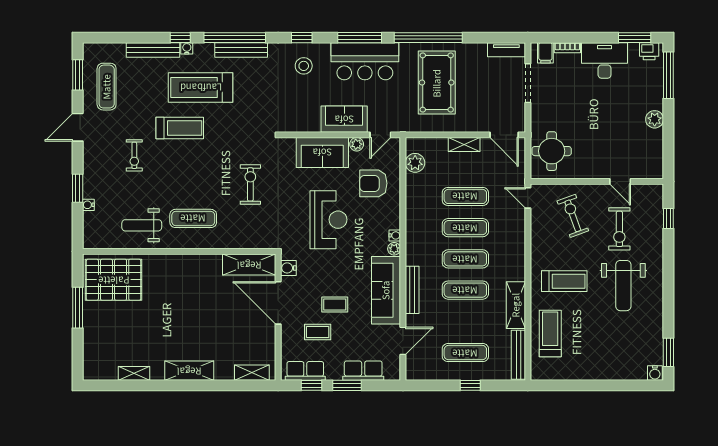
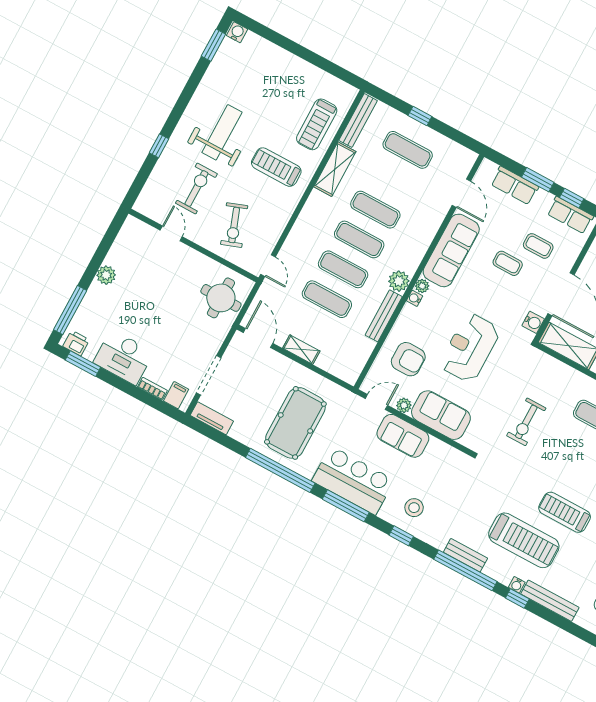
bench: (241, 50) -> (465, 555), width x0.73
plant: (415, 163) -> (399, 281), moved
window: (668, 219) -> (159, 146), moved
bench: (412, 290) -> (384, 316), moved
door: (403, 341) -> (461, 193), swing flipped

